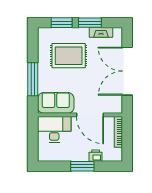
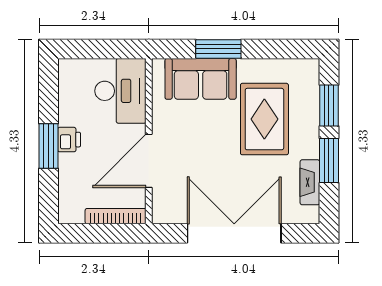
window: (33, 79) -> (218, 49), width x0.69
sofa: (56, 103) -> (201, 79), moved, turned 90
printer: (96, 156) -> (69, 140), moved

